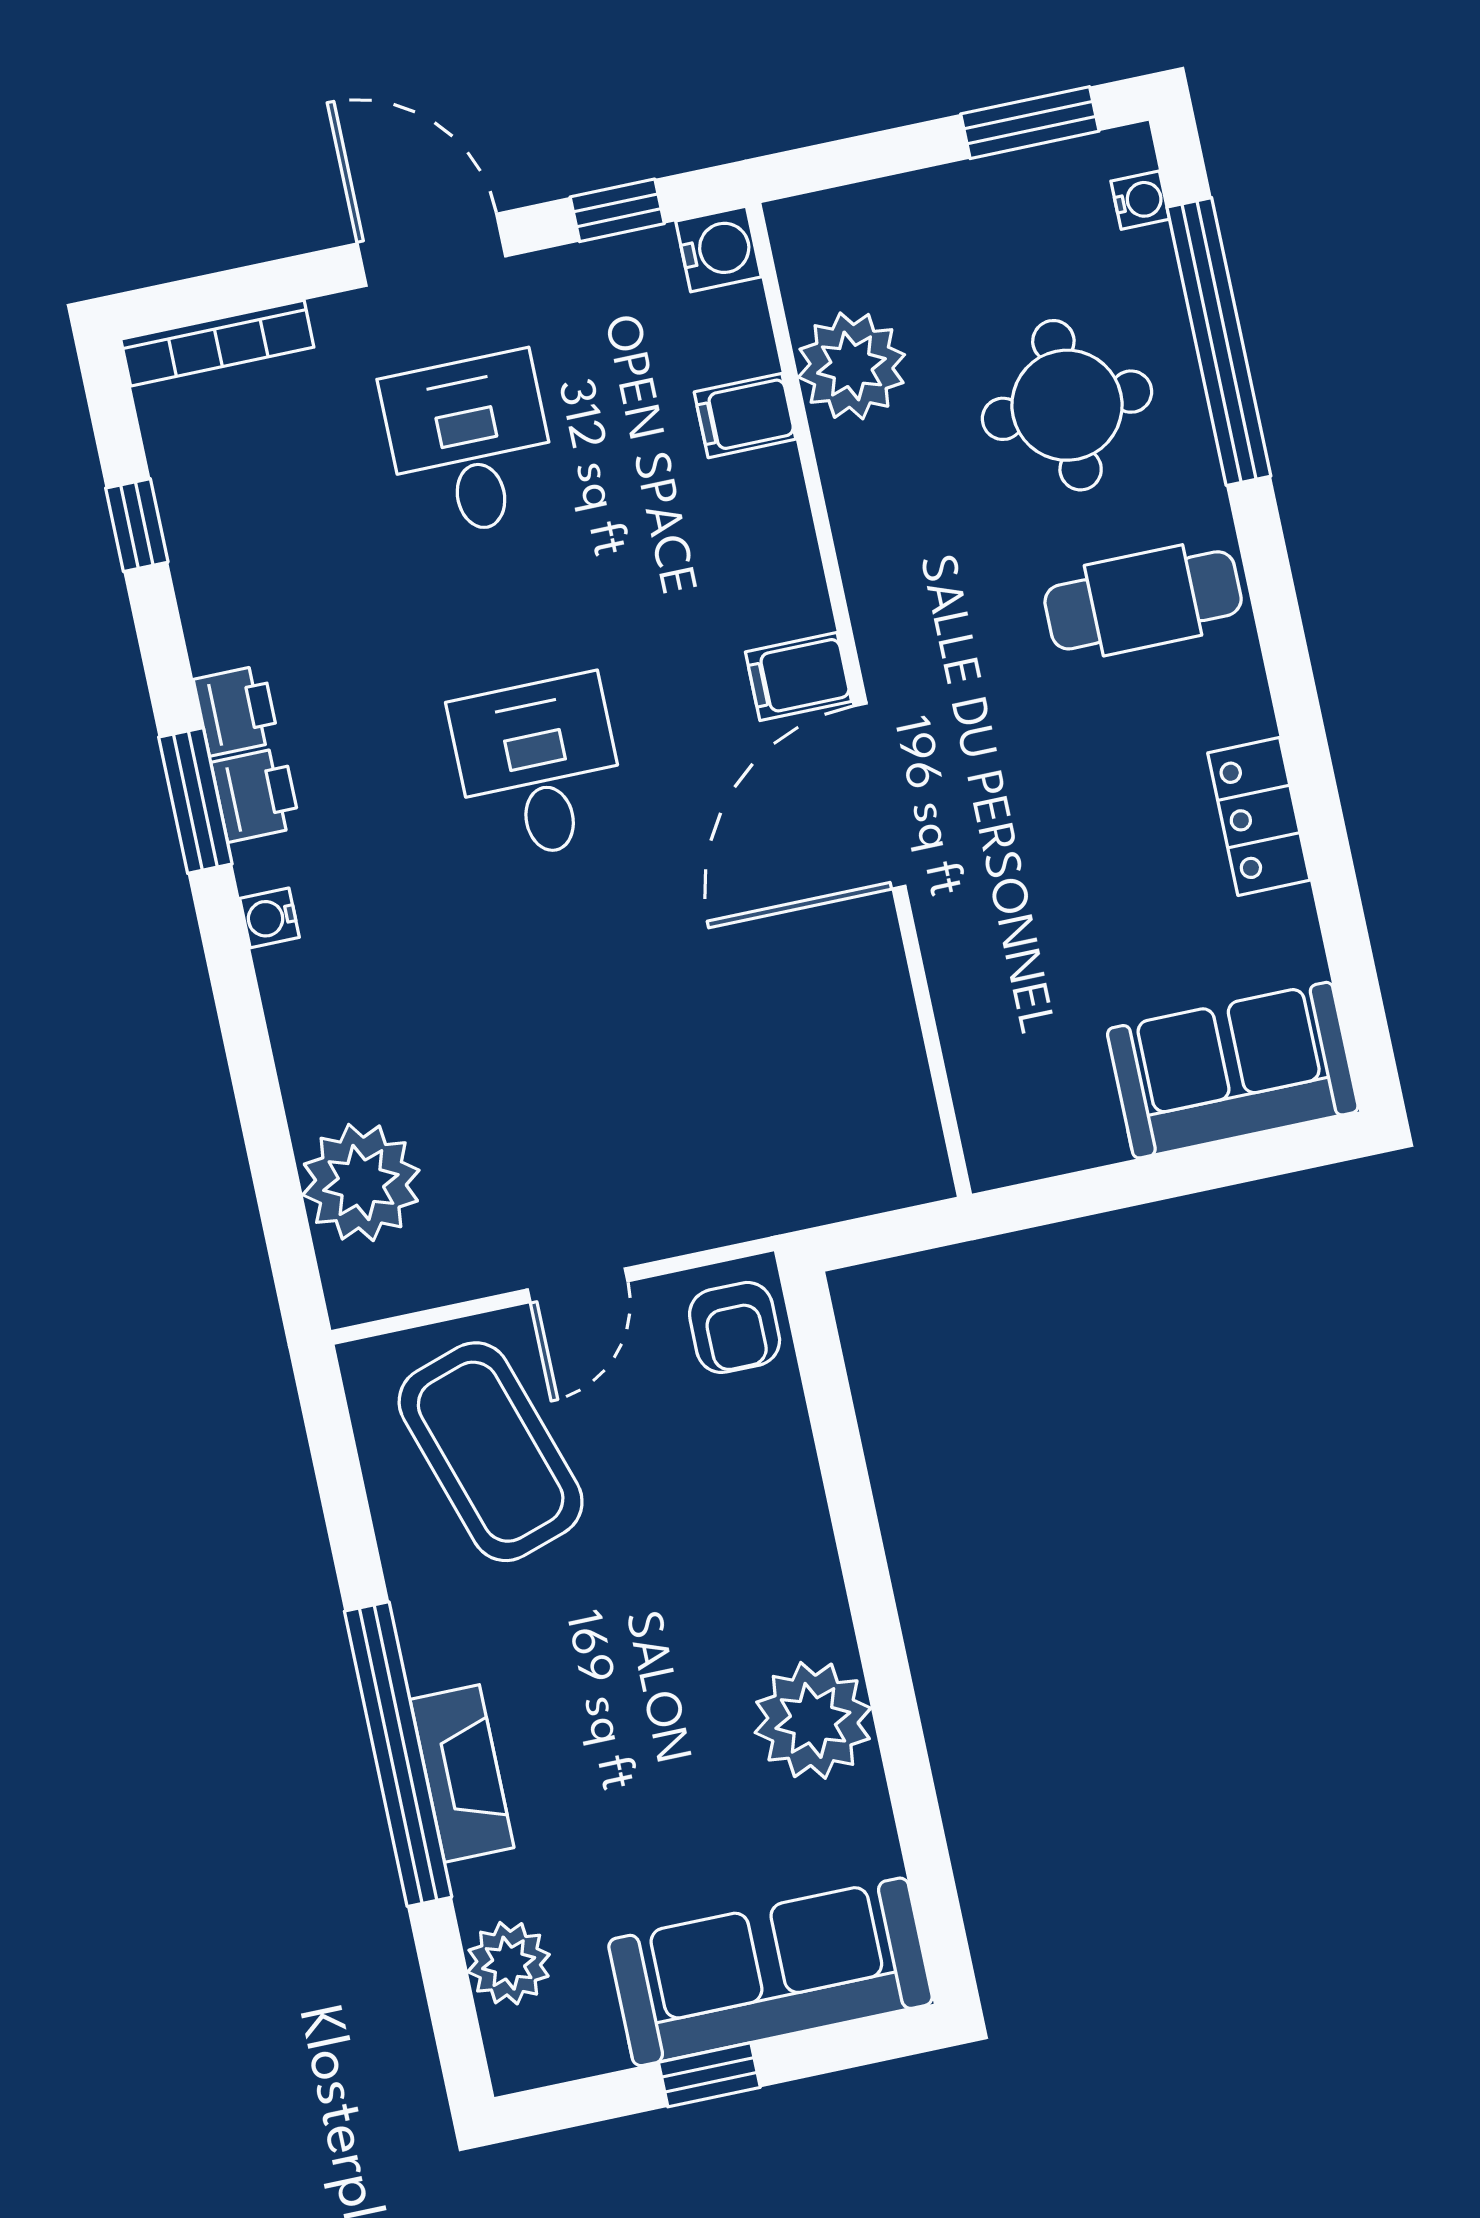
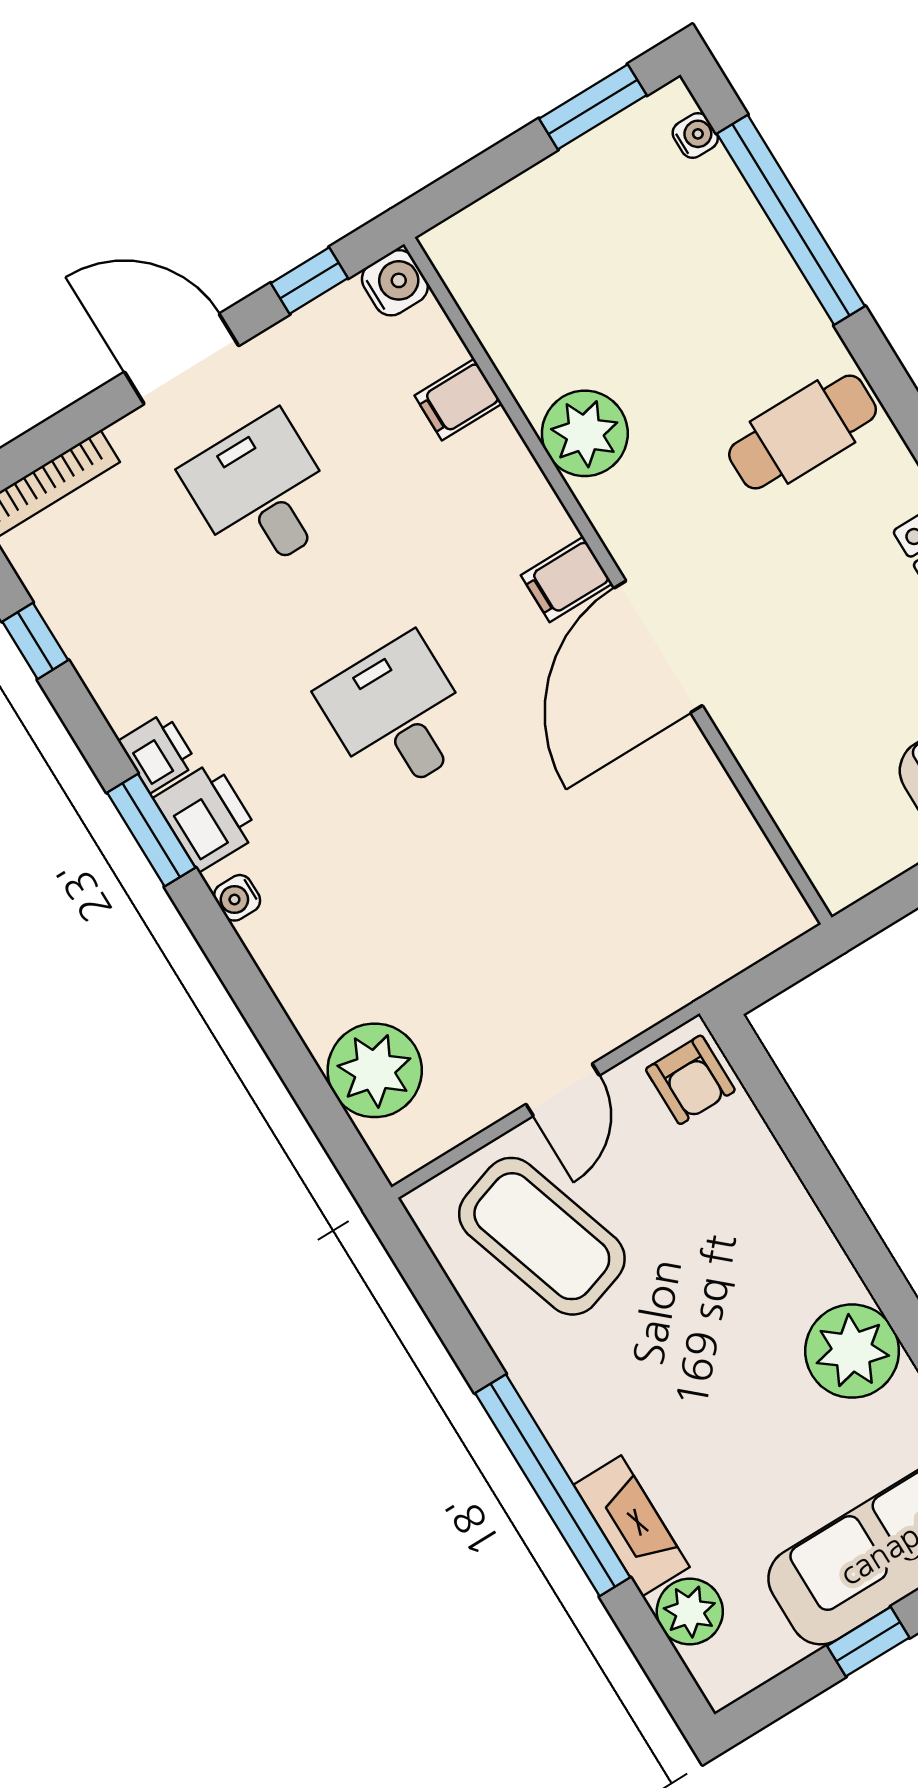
plant: (851, 366) -> (585, 433), moved
round table: (1067, 405) -> (695, 307), removed
printer: (256, 795) -> (207, 816), width x1.36, depth x1.24
fireplace: (462, 1773) -> (632, 1526), moved

